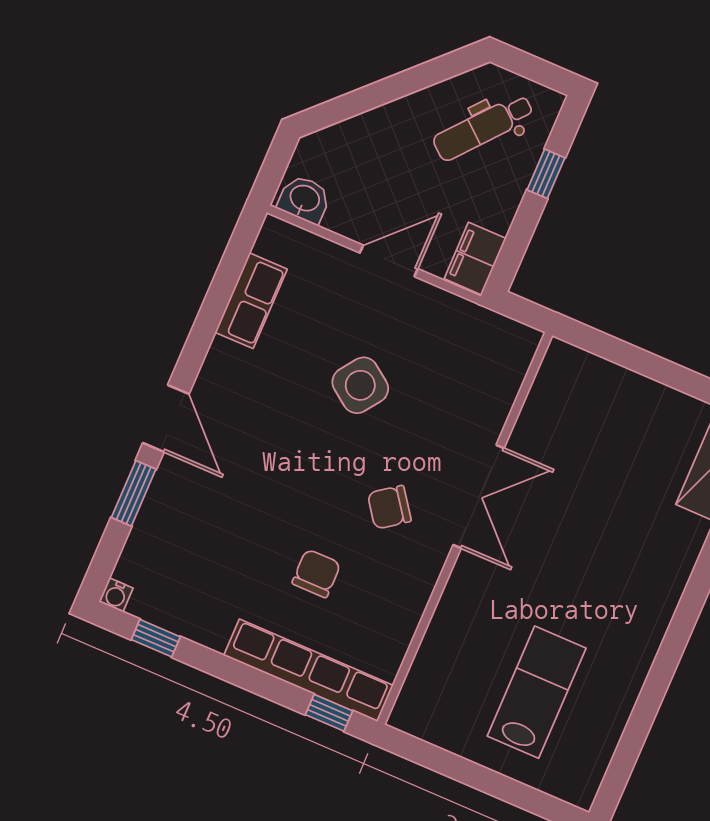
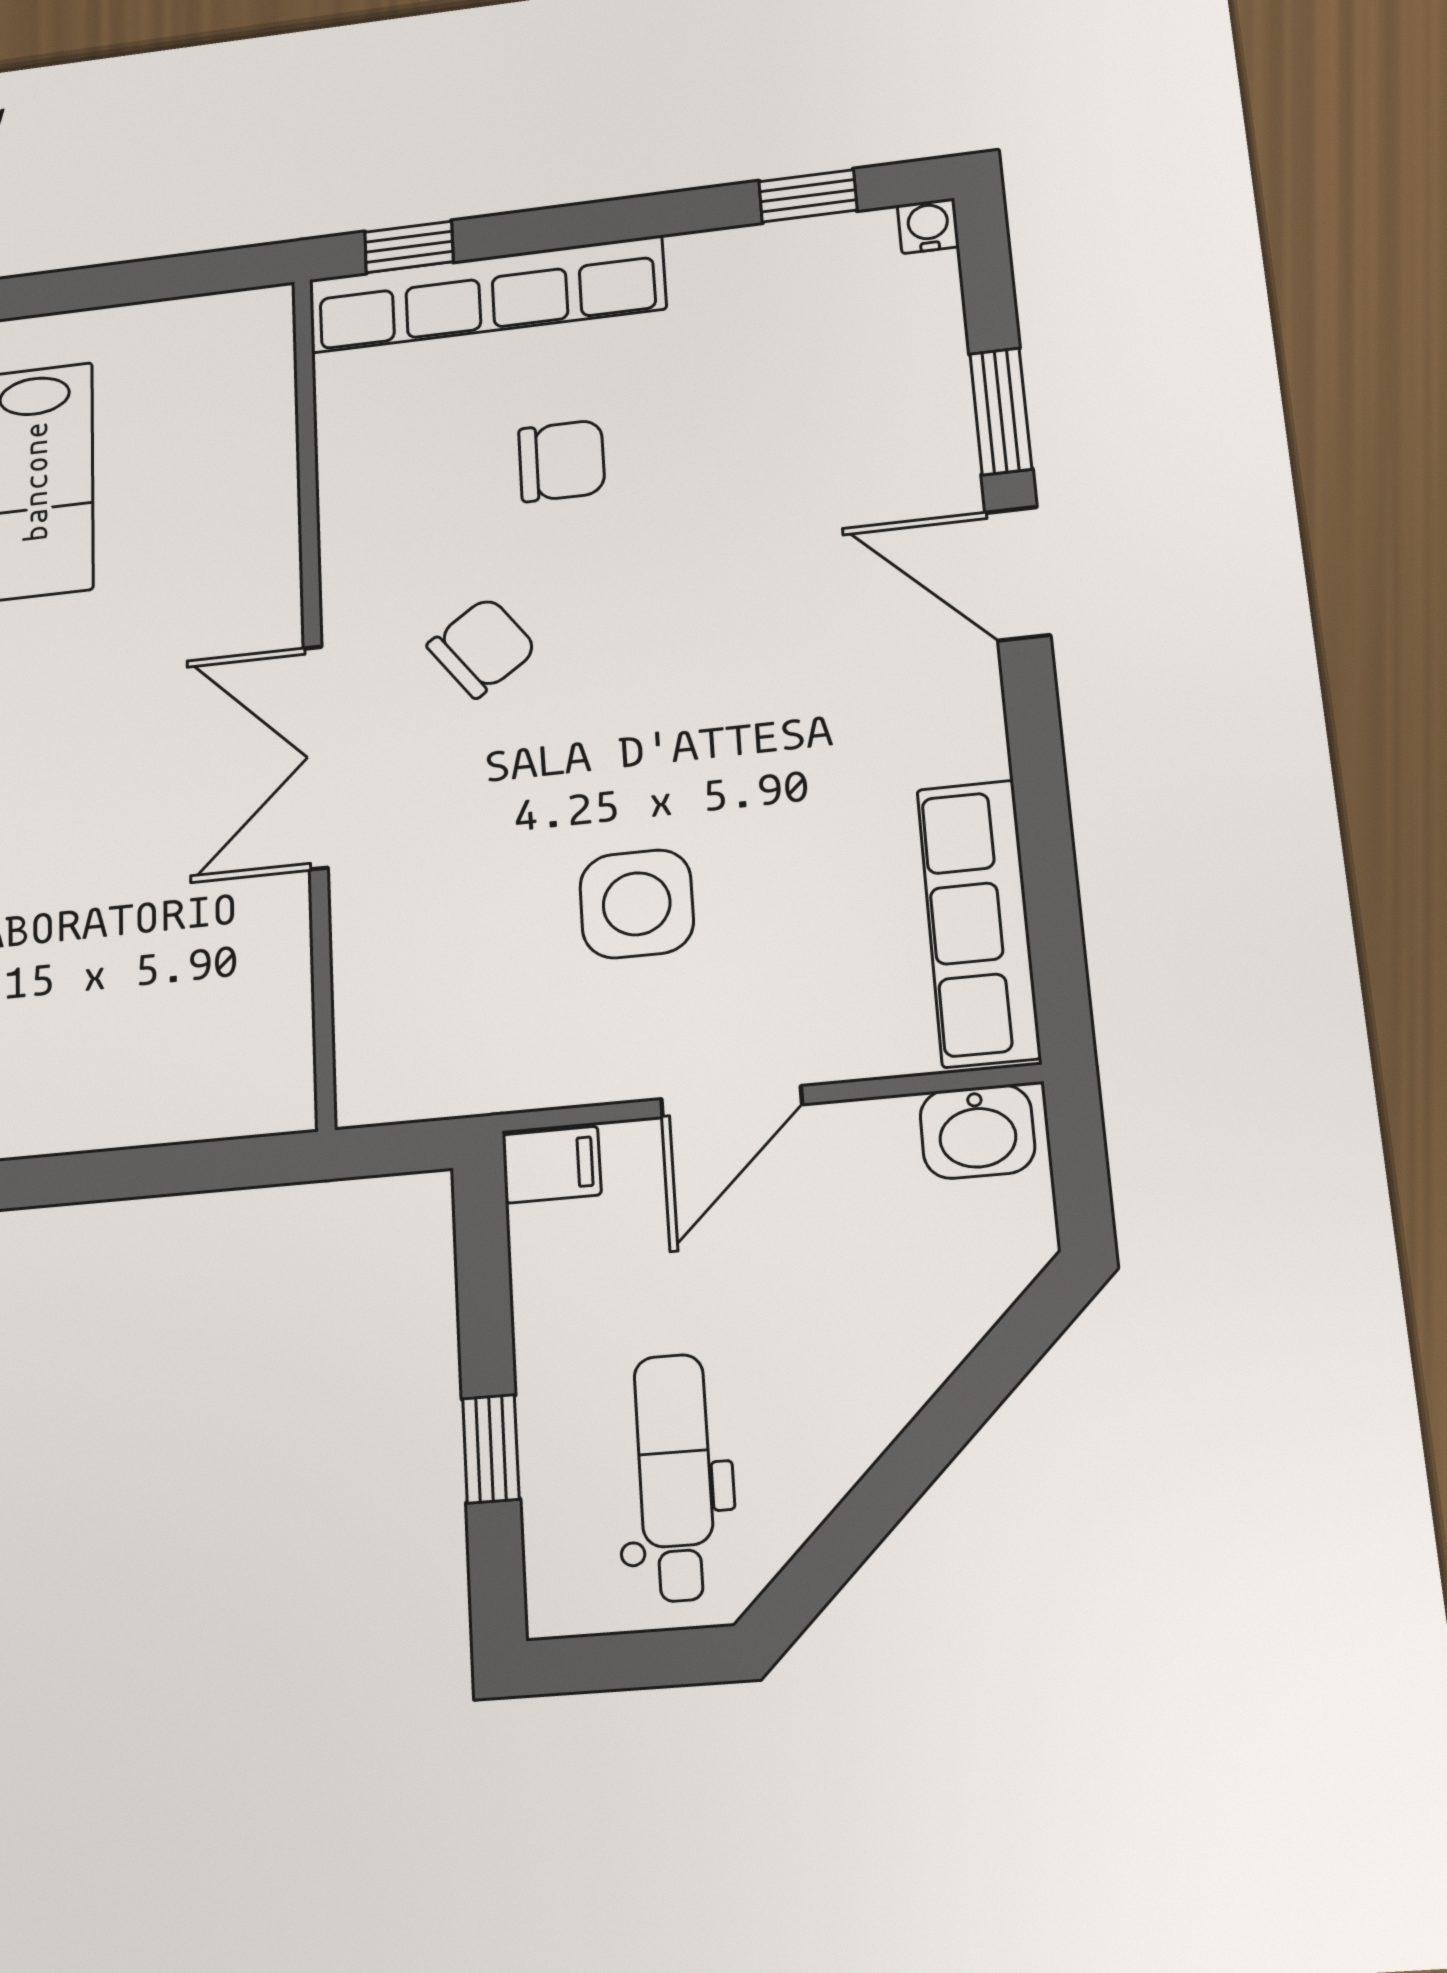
dental chair: (483, 127) -> (675, 1477), turned -40
filing cabinet: (475, 259) -> (552, 1165), width x0.50
row of seats: (251, 301) -> (978, 922), width x1.48
side table: (360, 385) -> (637, 904), moved, turned -36
chair: (316, 573) -> (562, 461), turned -90

